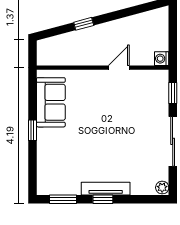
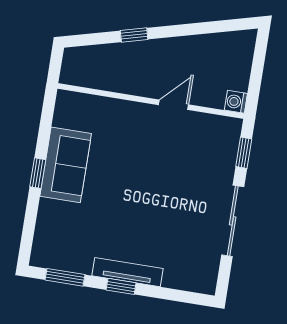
sofa: (51, 102) -> (66, 165), moved
plant: (162, 188) -> (207, 283), removed

